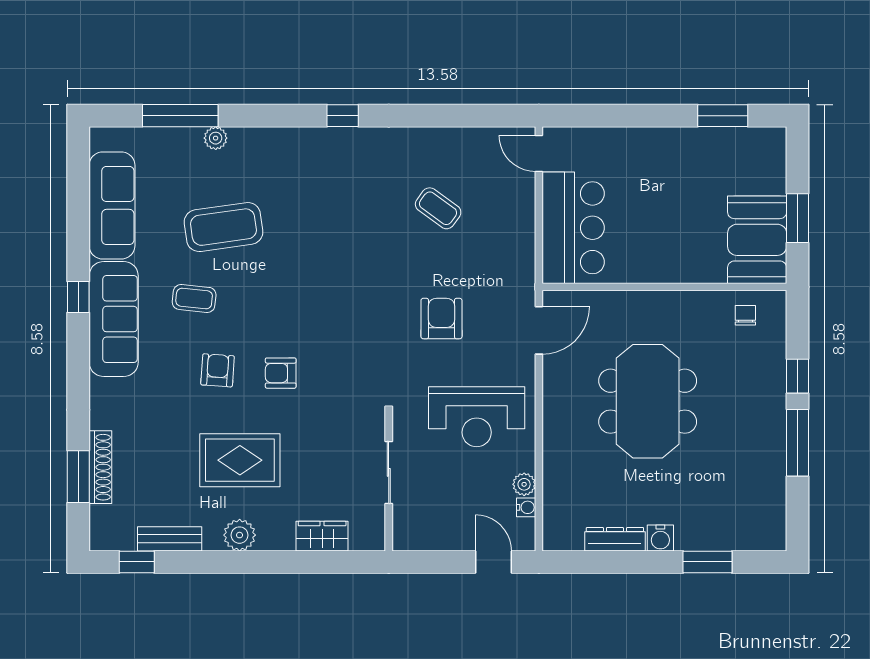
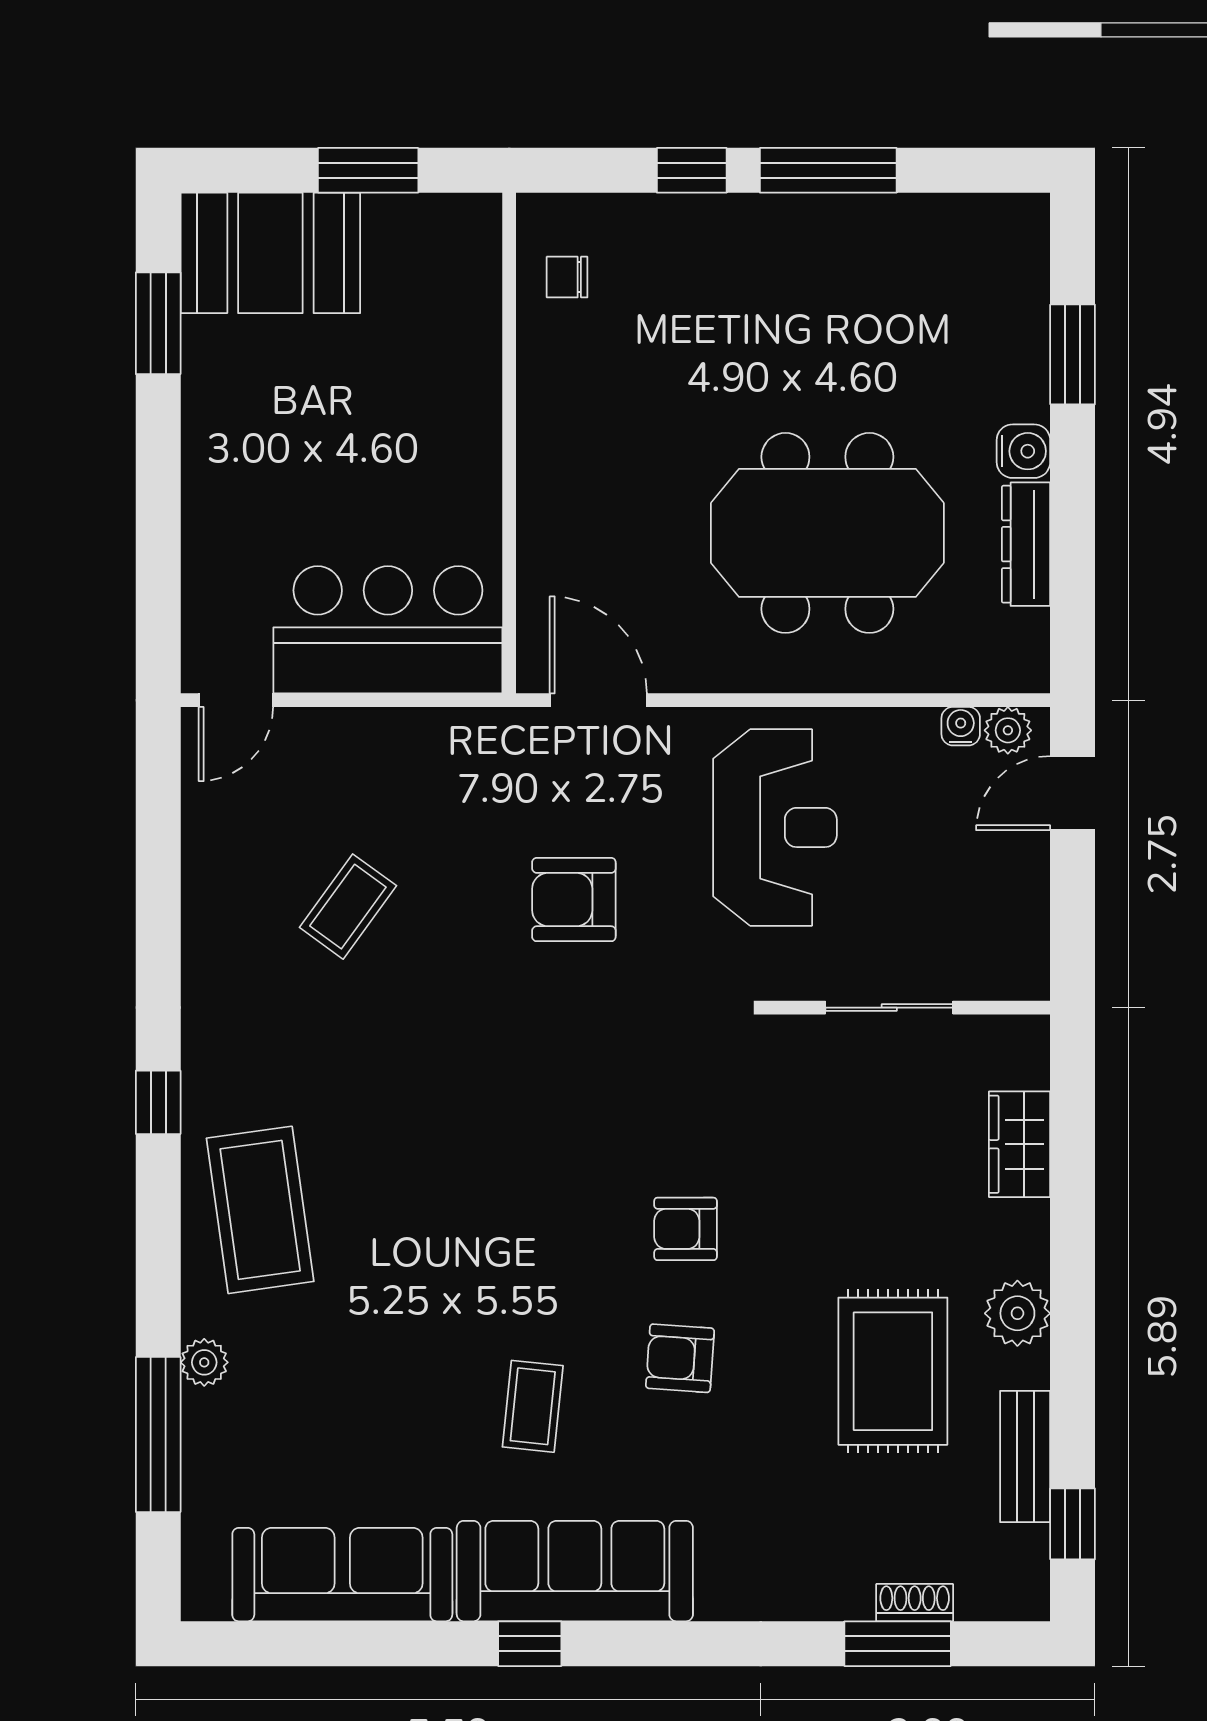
coffee table: (223, 227) -> (260, 1210), moved
booth: (757, 240) -> (270, 253), moved
armchair: (281, 373) -> (686, 1229), turned 90
meeting table: (648, 401) -> (827, 533), moved
rug: (240, 460) -> (893, 1371), moved
shoe rack: (100, 467) -> (915, 1603), width x0.51, depth x0.81
plant: (524, 484) -> (1008, 730), moved

